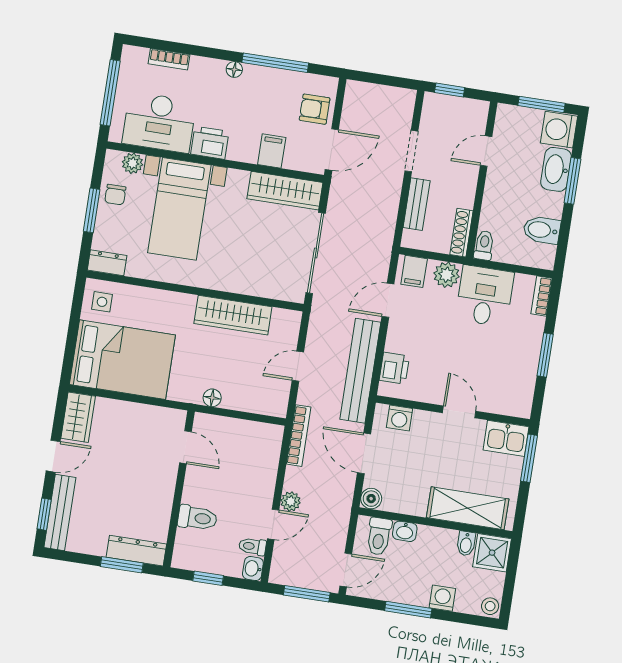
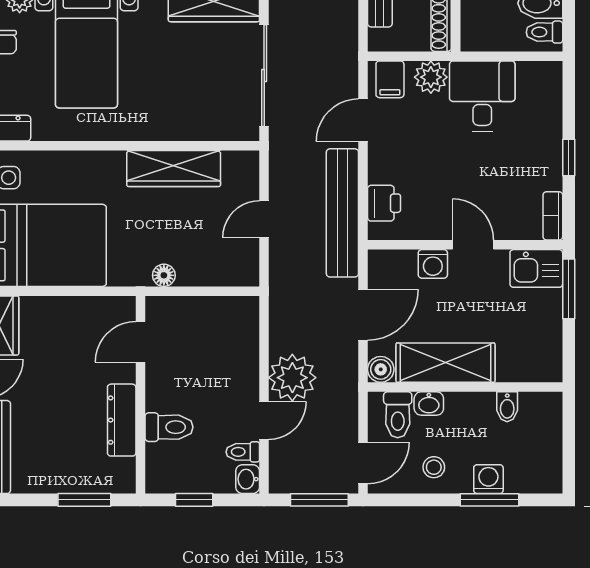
toilet: (484, 245) -> (544, 32), moved, turned -90
bookcase: (542, 296) -> (553, 216), moved
window: (545, 355) -> (569, 157), width x0.67
washing machine: (400, 418) -> (433, 264), moved
bookcase: (299, 436) -> (278, 305), removed
door: (185, 447) -> (140, 342), swing flipped
door: (364, 453) -> (363, 315), swing flipped
plant: (291, 501) -> (292, 378), width x1.87, depth x1.87
shelving: (468, 508) -> (446, 363), moved
dresser: (136, 551) -> (122, 420), moved, turned -90
shower: (492, 553) -> (541, 413), removed
stool: (490, 606) -> (434, 467), moved
window: (408, 610) -> (490, 500), moved

